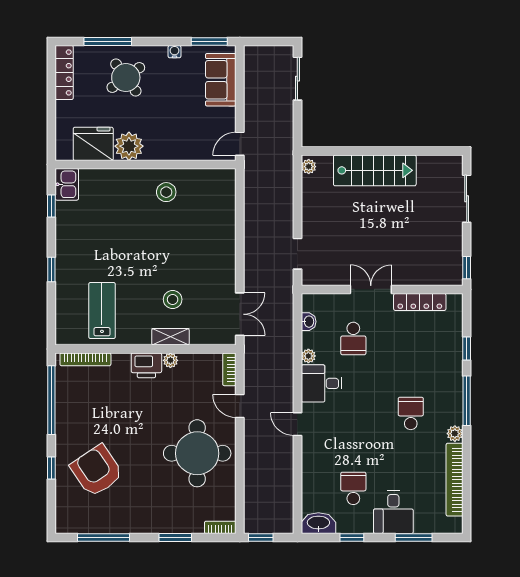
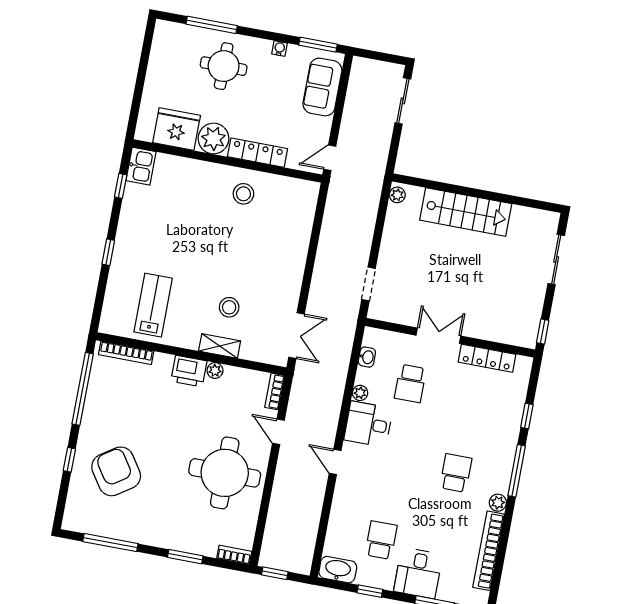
locker: (64, 72) -> (257, 153), moved, turned -90
round table: (126, 78) -> (224, 66), turned 36

